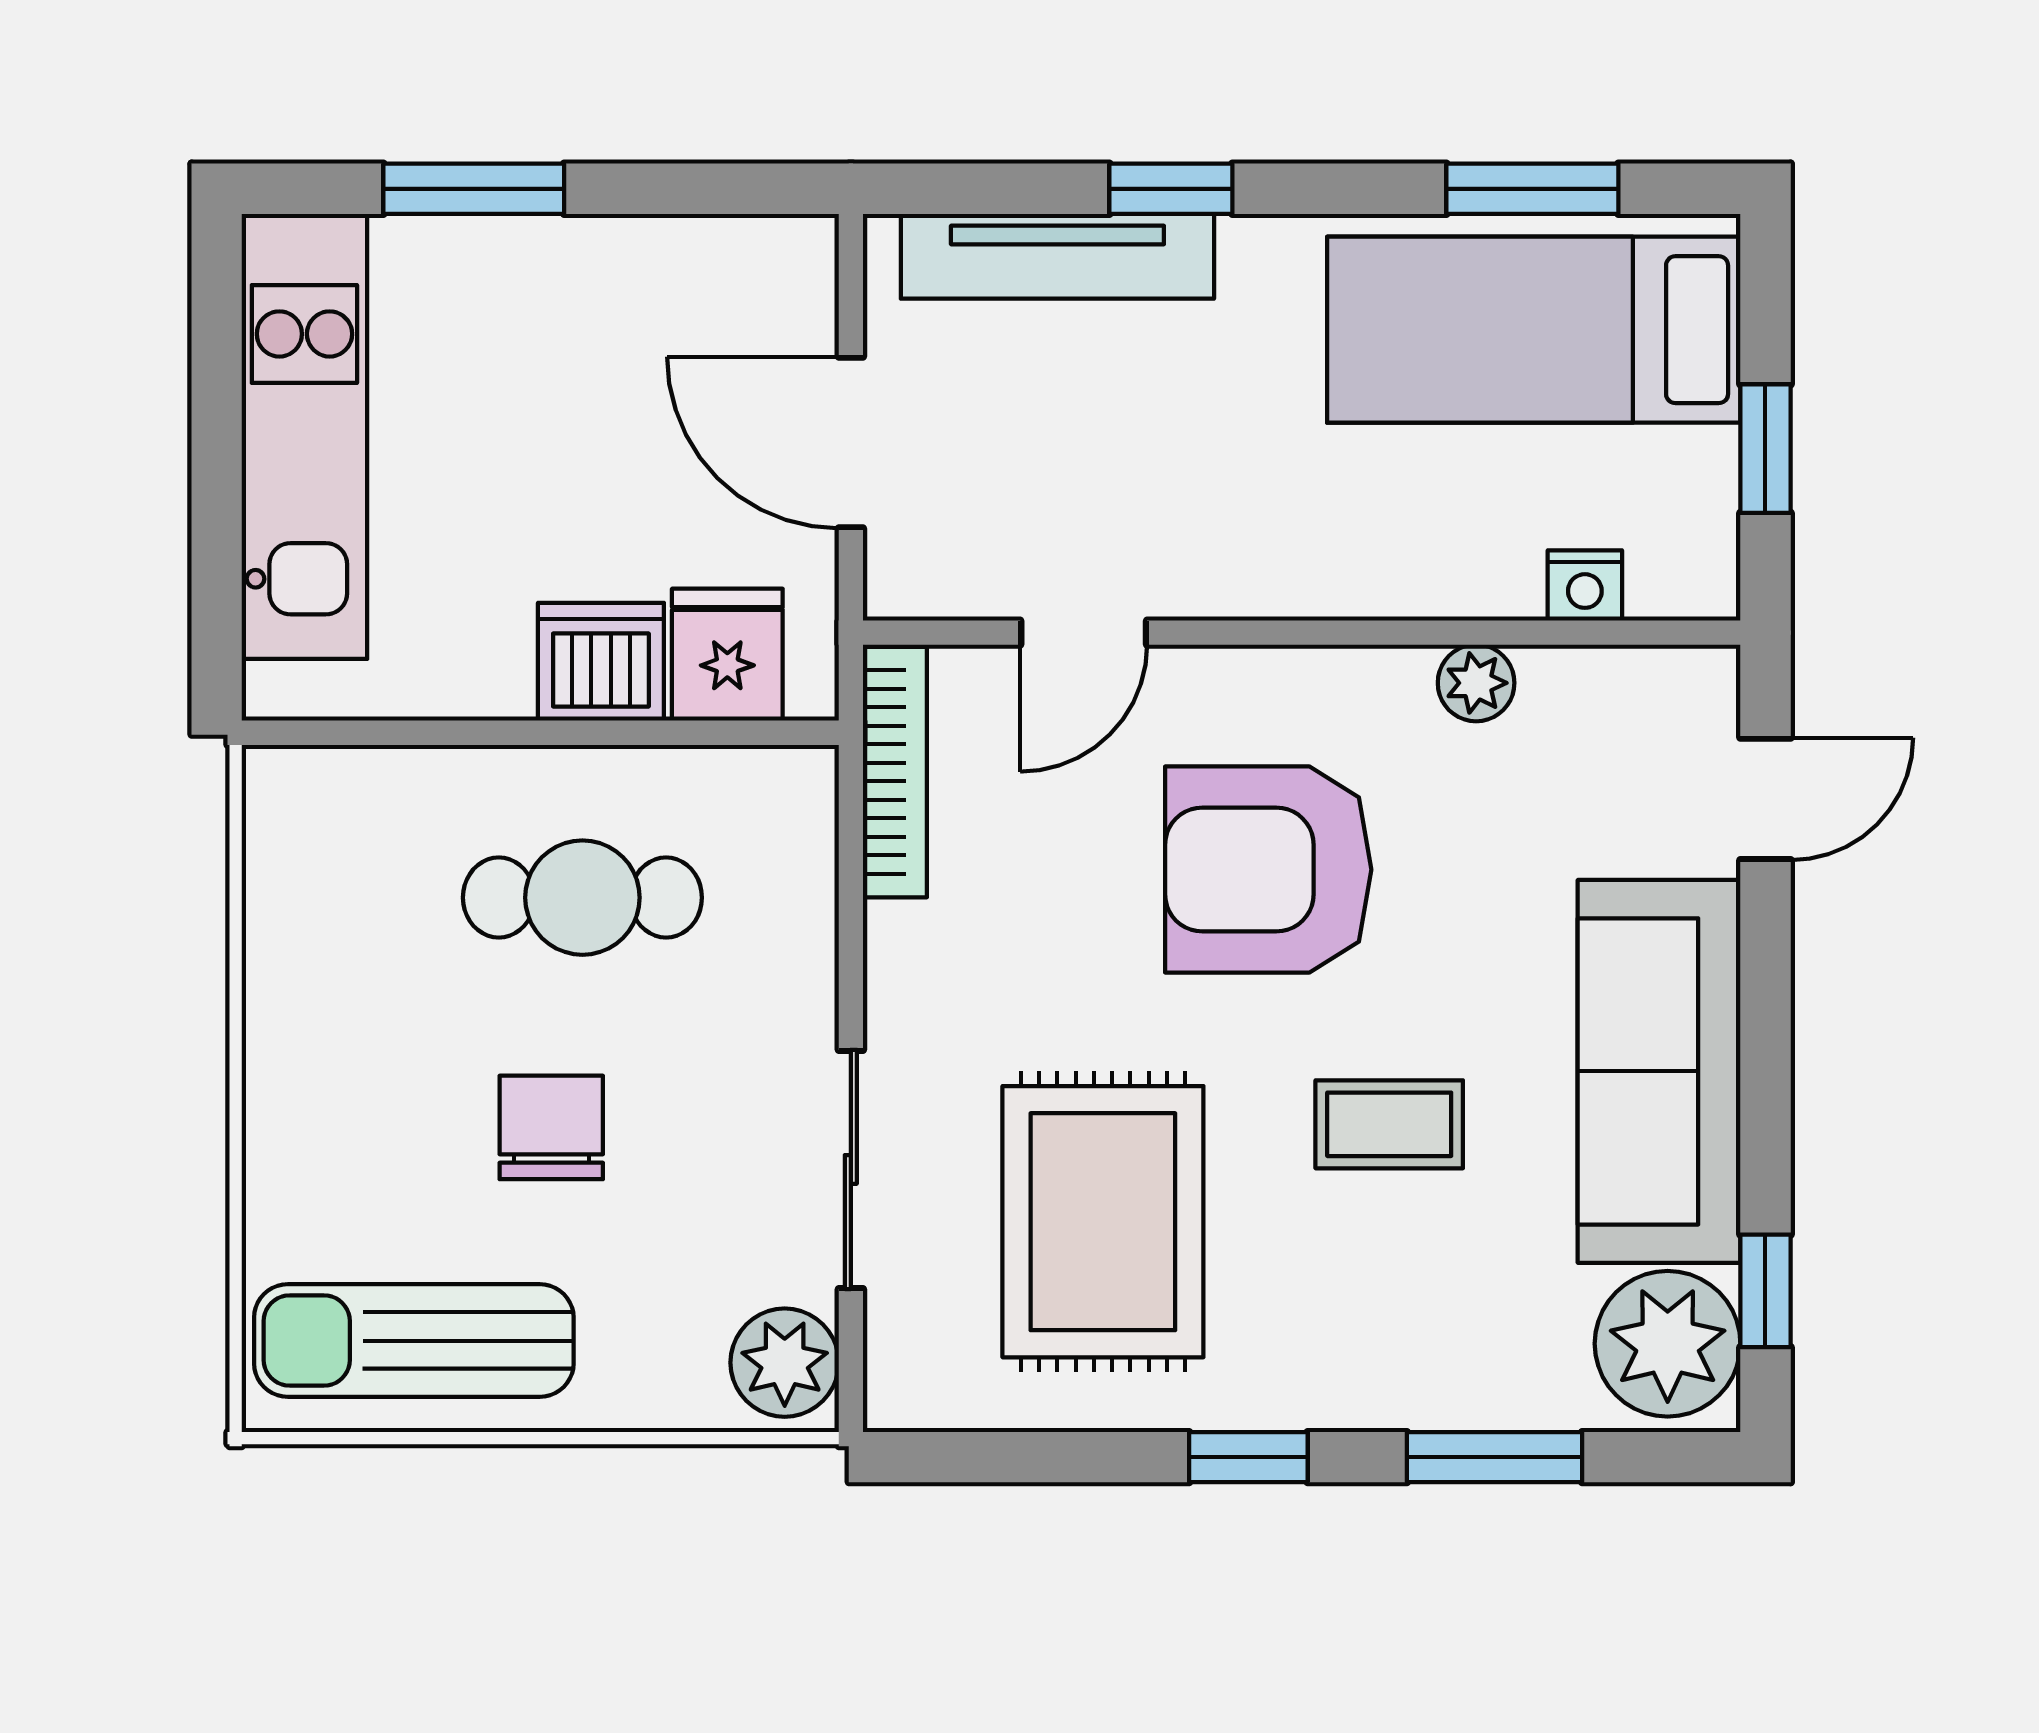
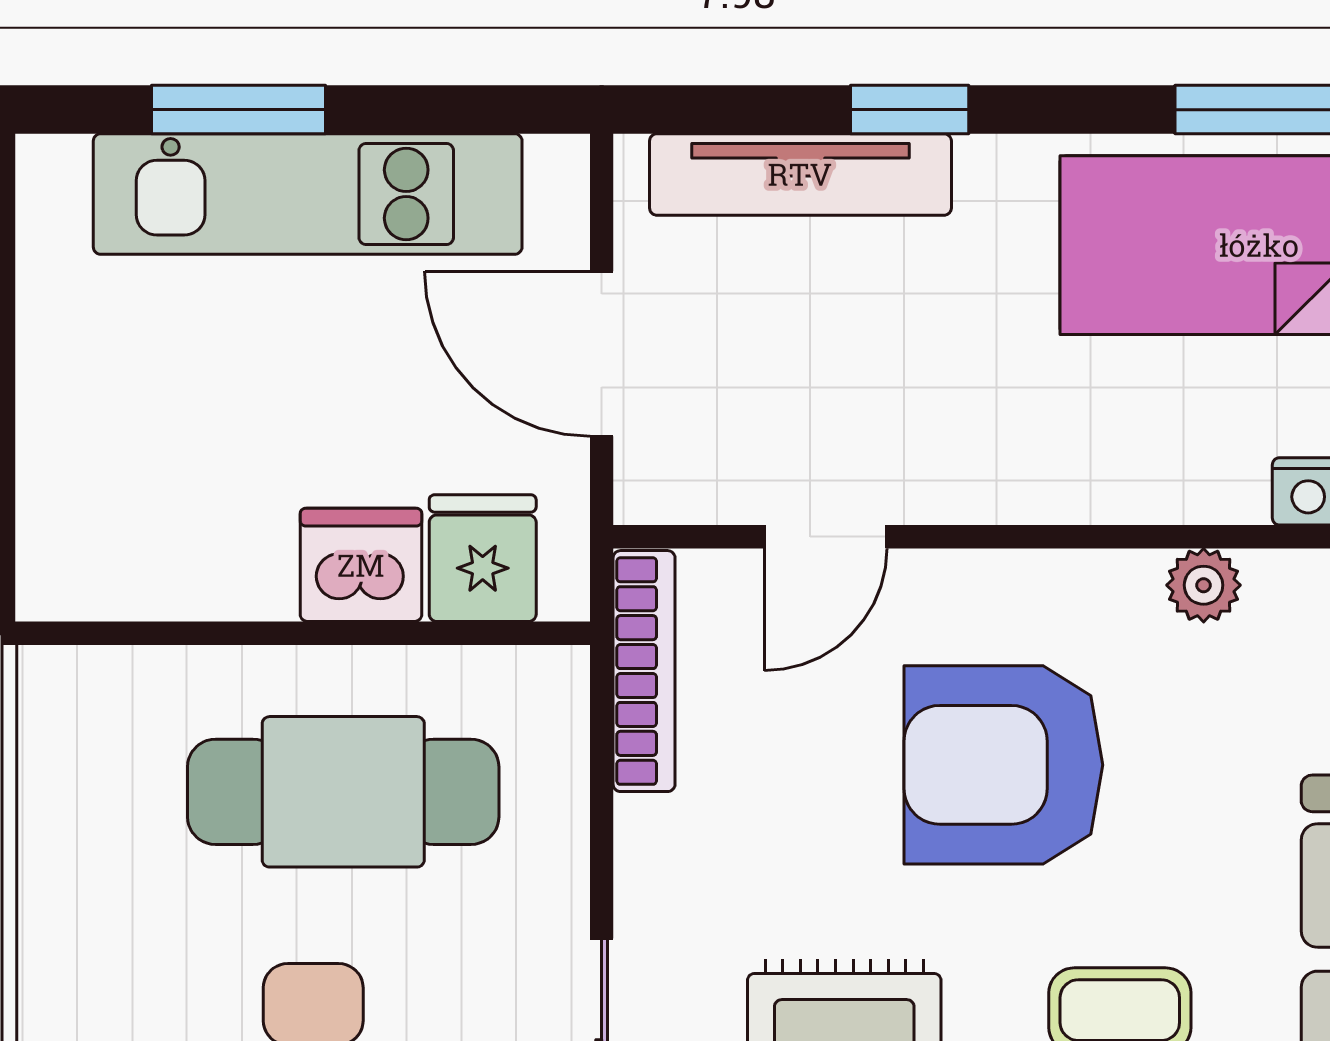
kitchen unit: (304, 436) -> (308, 194), moved, turned 90
cafe table: (582, 898) -> (343, 792), width x1.37, depth x1.35

